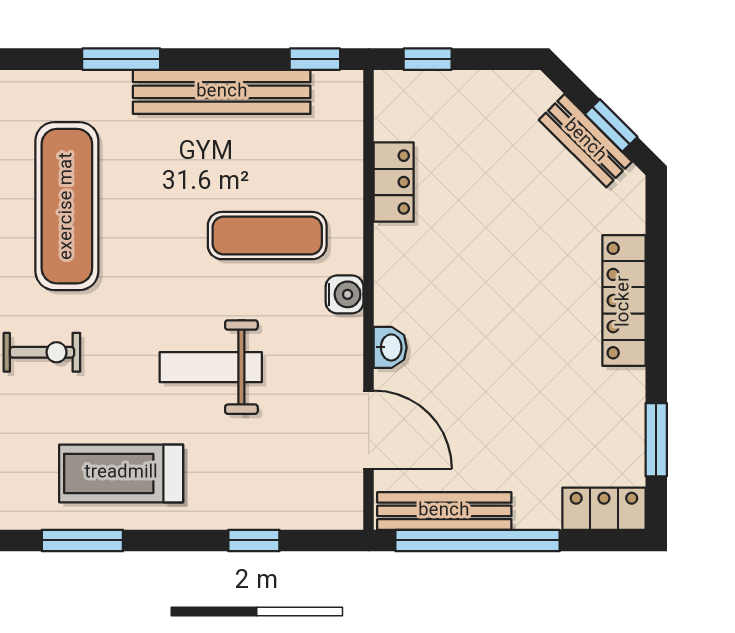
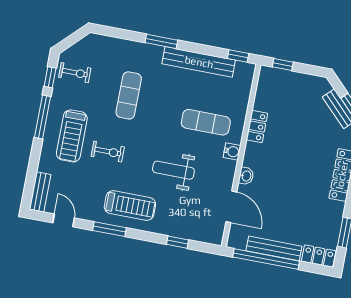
locker: (394, 182) -> (257, 127), moved
exercise mat: (67, 206) -> (129, 95), width x0.73, depth x0.69
treadmill: (121, 473) -> (130, 206), turned 180
bench: (444, 511) -> (274, 248), moved

